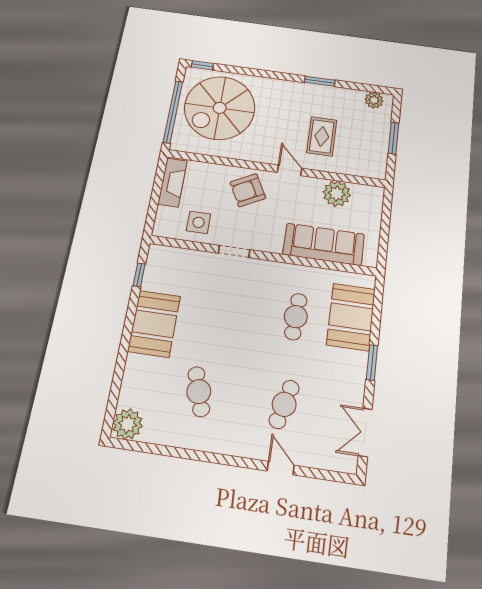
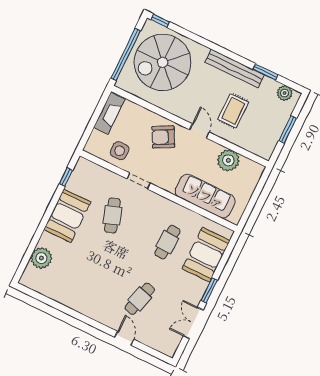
window: (320, 81) -> (265, 72), moved
bench: (306, 91) -> (235, 68), added
cafe table: (199, 392) -> (113, 215), moved
plant: (128, 424) -> (41, 258), moved
double door: (365, 432) -> (193, 323), moved

